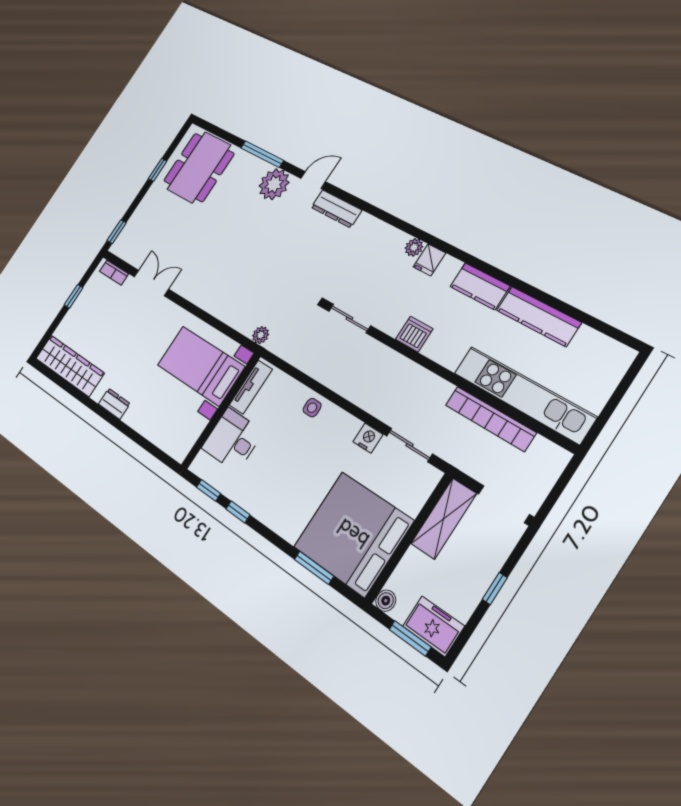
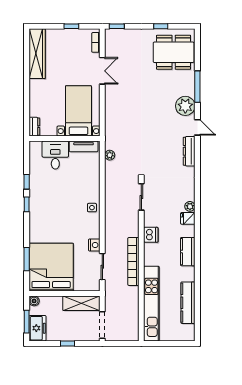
kitchen counter: (539, 316) -> (188, 303), moved
bed with nightstands: (201, 366) -> (78, 111), moved
tv unit: (251, 387) -> (84, 146), moved
dresser: (114, 404) -> (34, 127), moved
wall: (221, 411) -> (64, 139), moved
bookcase: (490, 419) -> (133, 261), moved
desk: (232, 440) -> (55, 155), moved

